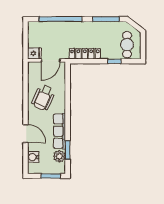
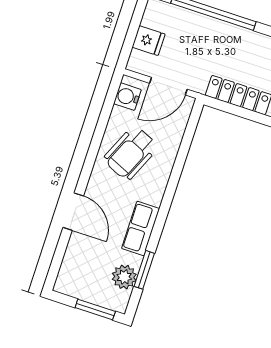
fridge: (34, 53) -> (149, 41), moved
row of seats: (60, 131) -> (141, 228), width x0.68
water cooler: (33, 157) -> (127, 97), moved

